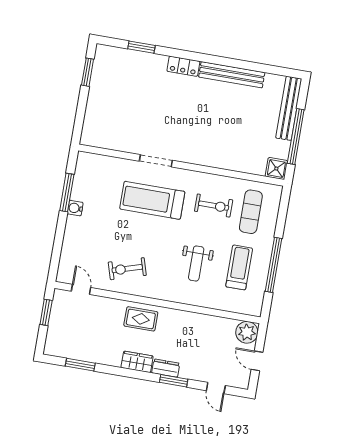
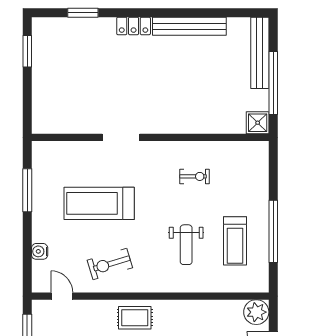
treadmill: (152, 200) -> (99, 203), moved
exercise bike: (214, 206) -> (194, 176), width x0.73, depth x0.72
water cooler: (75, 208) -> (40, 251), moved
exercise mat: (251, 212) -> (237, 176), removed
treadmill: (239, 267) -> (235, 241), turned 180

